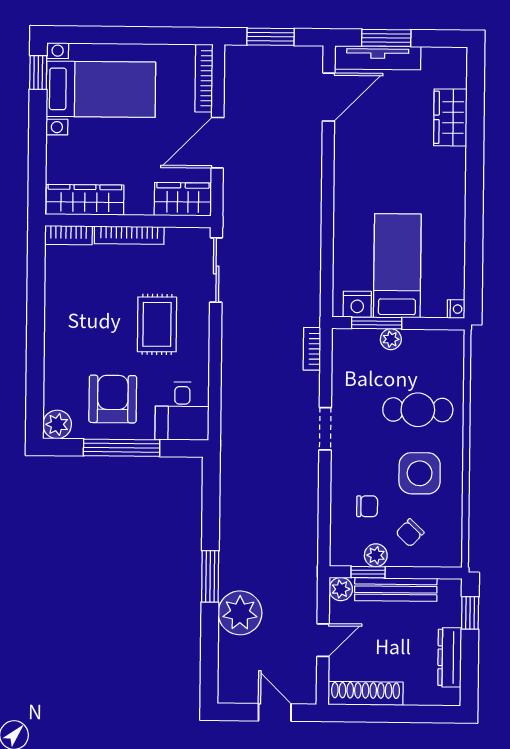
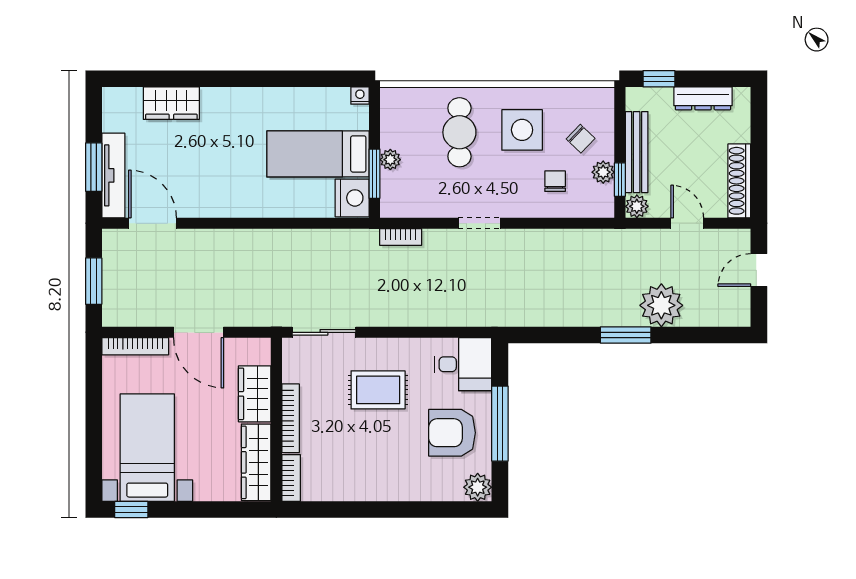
wardrobe: (183, 199) -> (255, 394), moved
nightstand: (357, 304) -> (352, 198), width x1.36, depth x1.33

